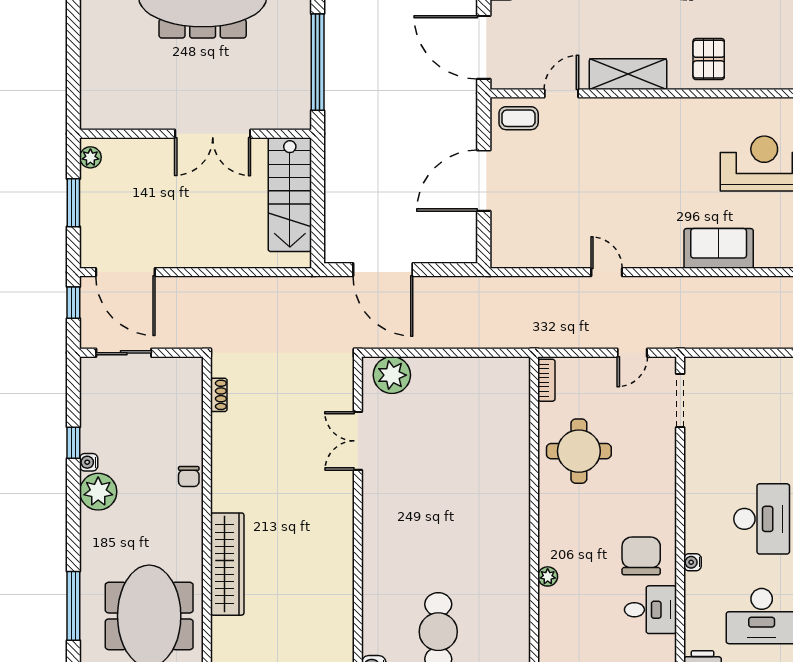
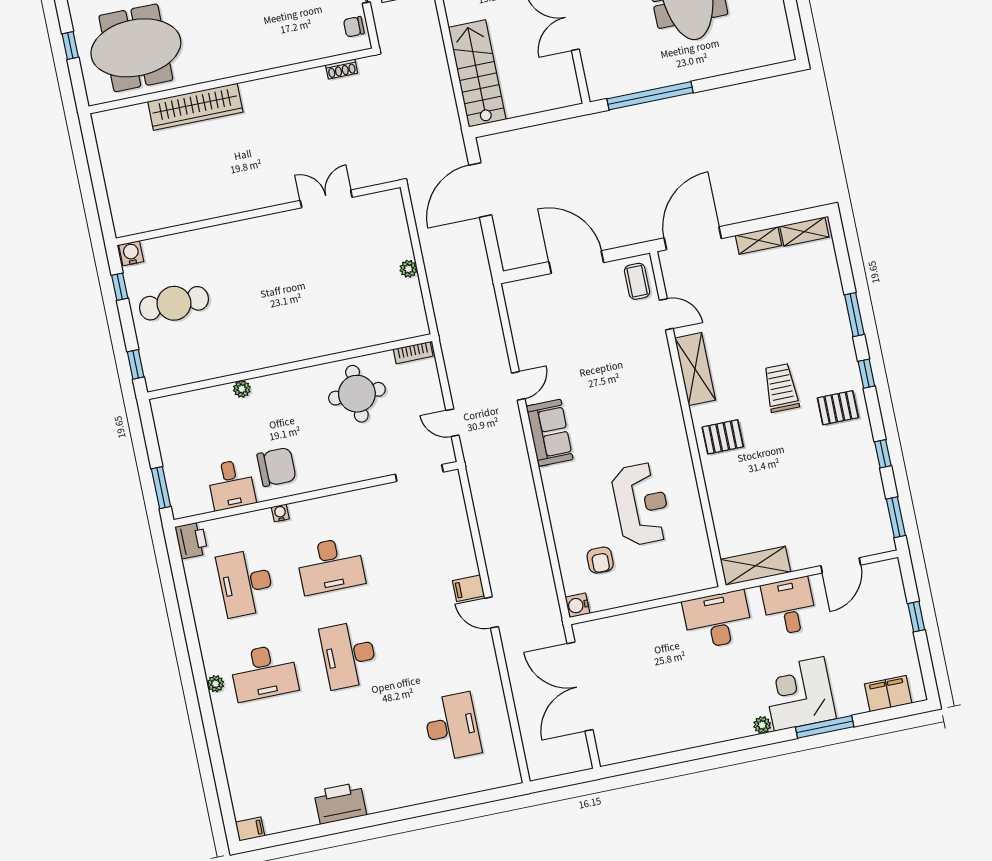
stairs: (290, 195) -> (477, 73), moved, turned 90
sofa: (719, 248) -> (550, 433), moved
plant: (392, 375) -> (408, 269), moved, width x0.53, depth x0.53
chair: (189, 477) -> (354, 27), moved

